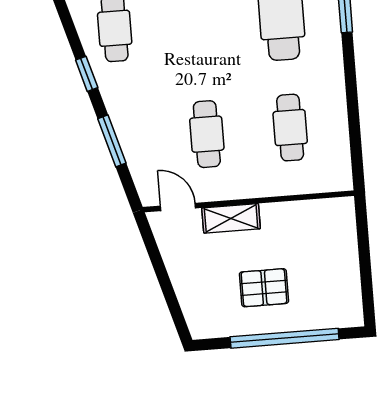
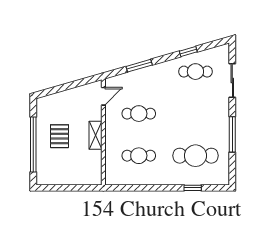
window: (87, 74) -> (188, 52), moved
shelving: (231, 218) -> (96, 135), moved

